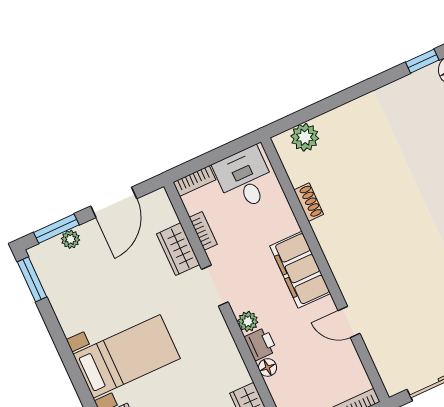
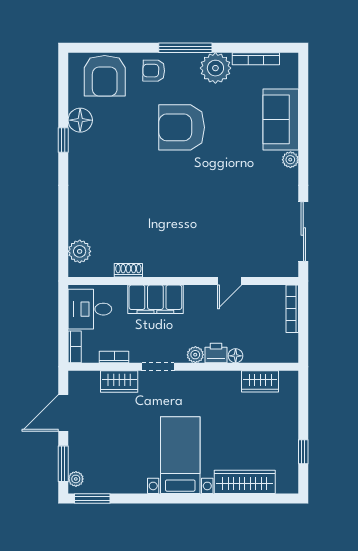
door: (114, 202) -> (63, 413), swing flipped
plant: (70, 239) -> (76, 479), moved
filing cabinet: (300, 270) -> (155, 299), moved

